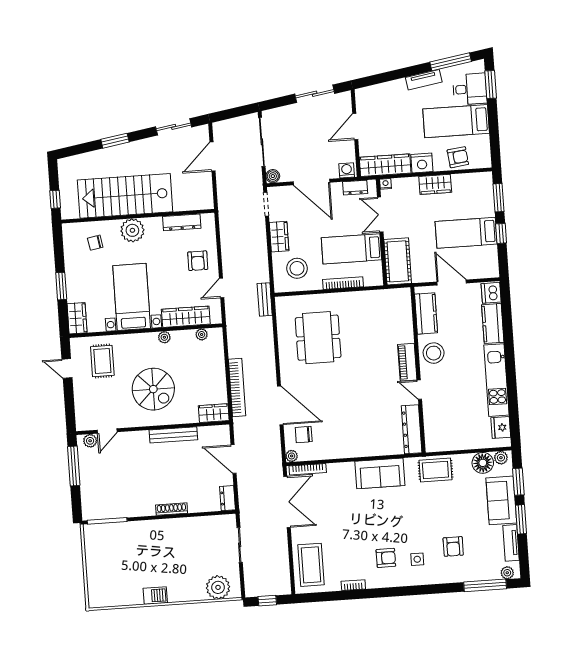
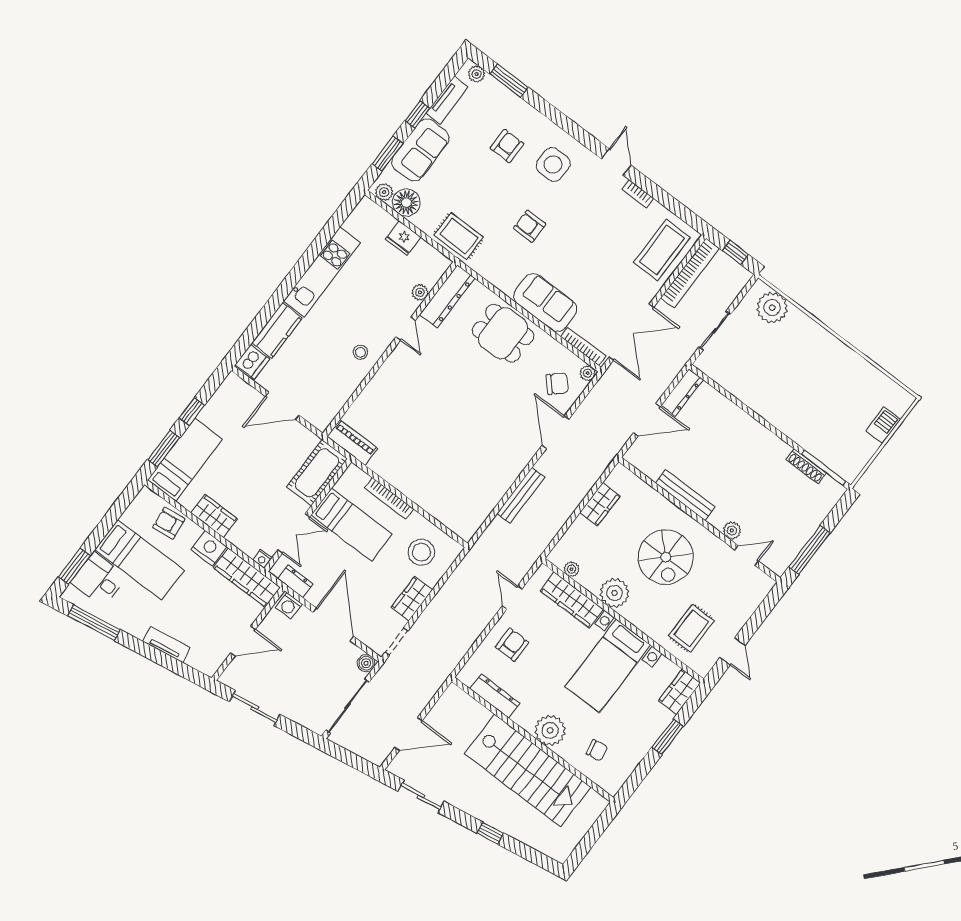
tv unit: (424, 80) -> (166, 644), moved
window: (115, 141) -> (490, 833), width x0.67
window: (55, 199) -> (599, 827), removed
bed: (466, 233) -> (185, 460), moved, turned -90
door: (452, 282) -> (282, 406), hinge flipped
door: (222, 288) -> (512, 598), swing flipped
bench: (265, 299) -> (521, 495), moved, width x1.36
kitchen counter: (426, 313) -> (334, 397), removed
plant: (164, 337) -> (615, 593), width x1.87, depth x1.87
dining table: (318, 338) -> (503, 333), moved, width x0.73
stool: (434, 353) -> (360, 352), width x0.53, depth x0.53
piano: (407, 362) -> (352, 443), moved, turned -90
bookcase: (237, 387) -> (690, 273), moved, turned 180
spiral stairs: (153, 389) -> (666, 557), turned 180
door: (280, 405) -> (555, 432), width x0.73
wardrobe: (214, 413) -> (600, 504), moved, turned -90
plant: (429, 418) -> (420, 292), added
fridge: (501, 427) -> (403, 238), moved, turned 90
chair: (304, 435) -> (557, 384), turned -43
plant: (90, 441) -> (732, 530), moved
door: (234, 459) -> (647, 420), hinge flipped
sofa: (380, 473) -> (545, 303), moved
dresser: (227, 498) -> (682, 392), width x1.44
double door: (287, 502) -> (631, 332), swing flipped
shoe rack: (172, 509) -> (806, 466), moved
window: (521, 519) -> (417, 114), width x0.67
armchair: (386, 558) -> (530, 226), moved
side table: (417, 559) -> (553, 164), width x1.87, depth x1.87
window: (485, 585) -> (509, 81), width x0.69
door: (382, 593) -> (616, 162), added
barbecue: (155, 596) -> (883, 425), moved, turned 90

